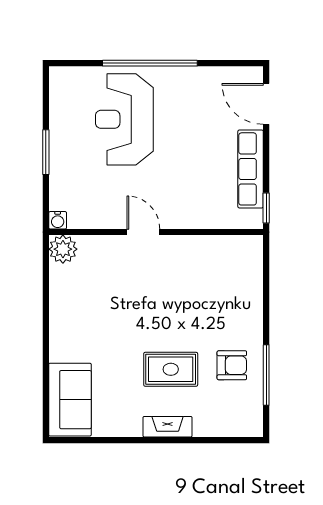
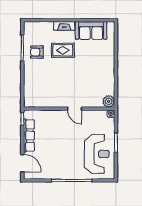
reception desk: (124, 119) -> (97, 154), moved
sofa: (70, 400) -> (91, 30), moved, turned -90

